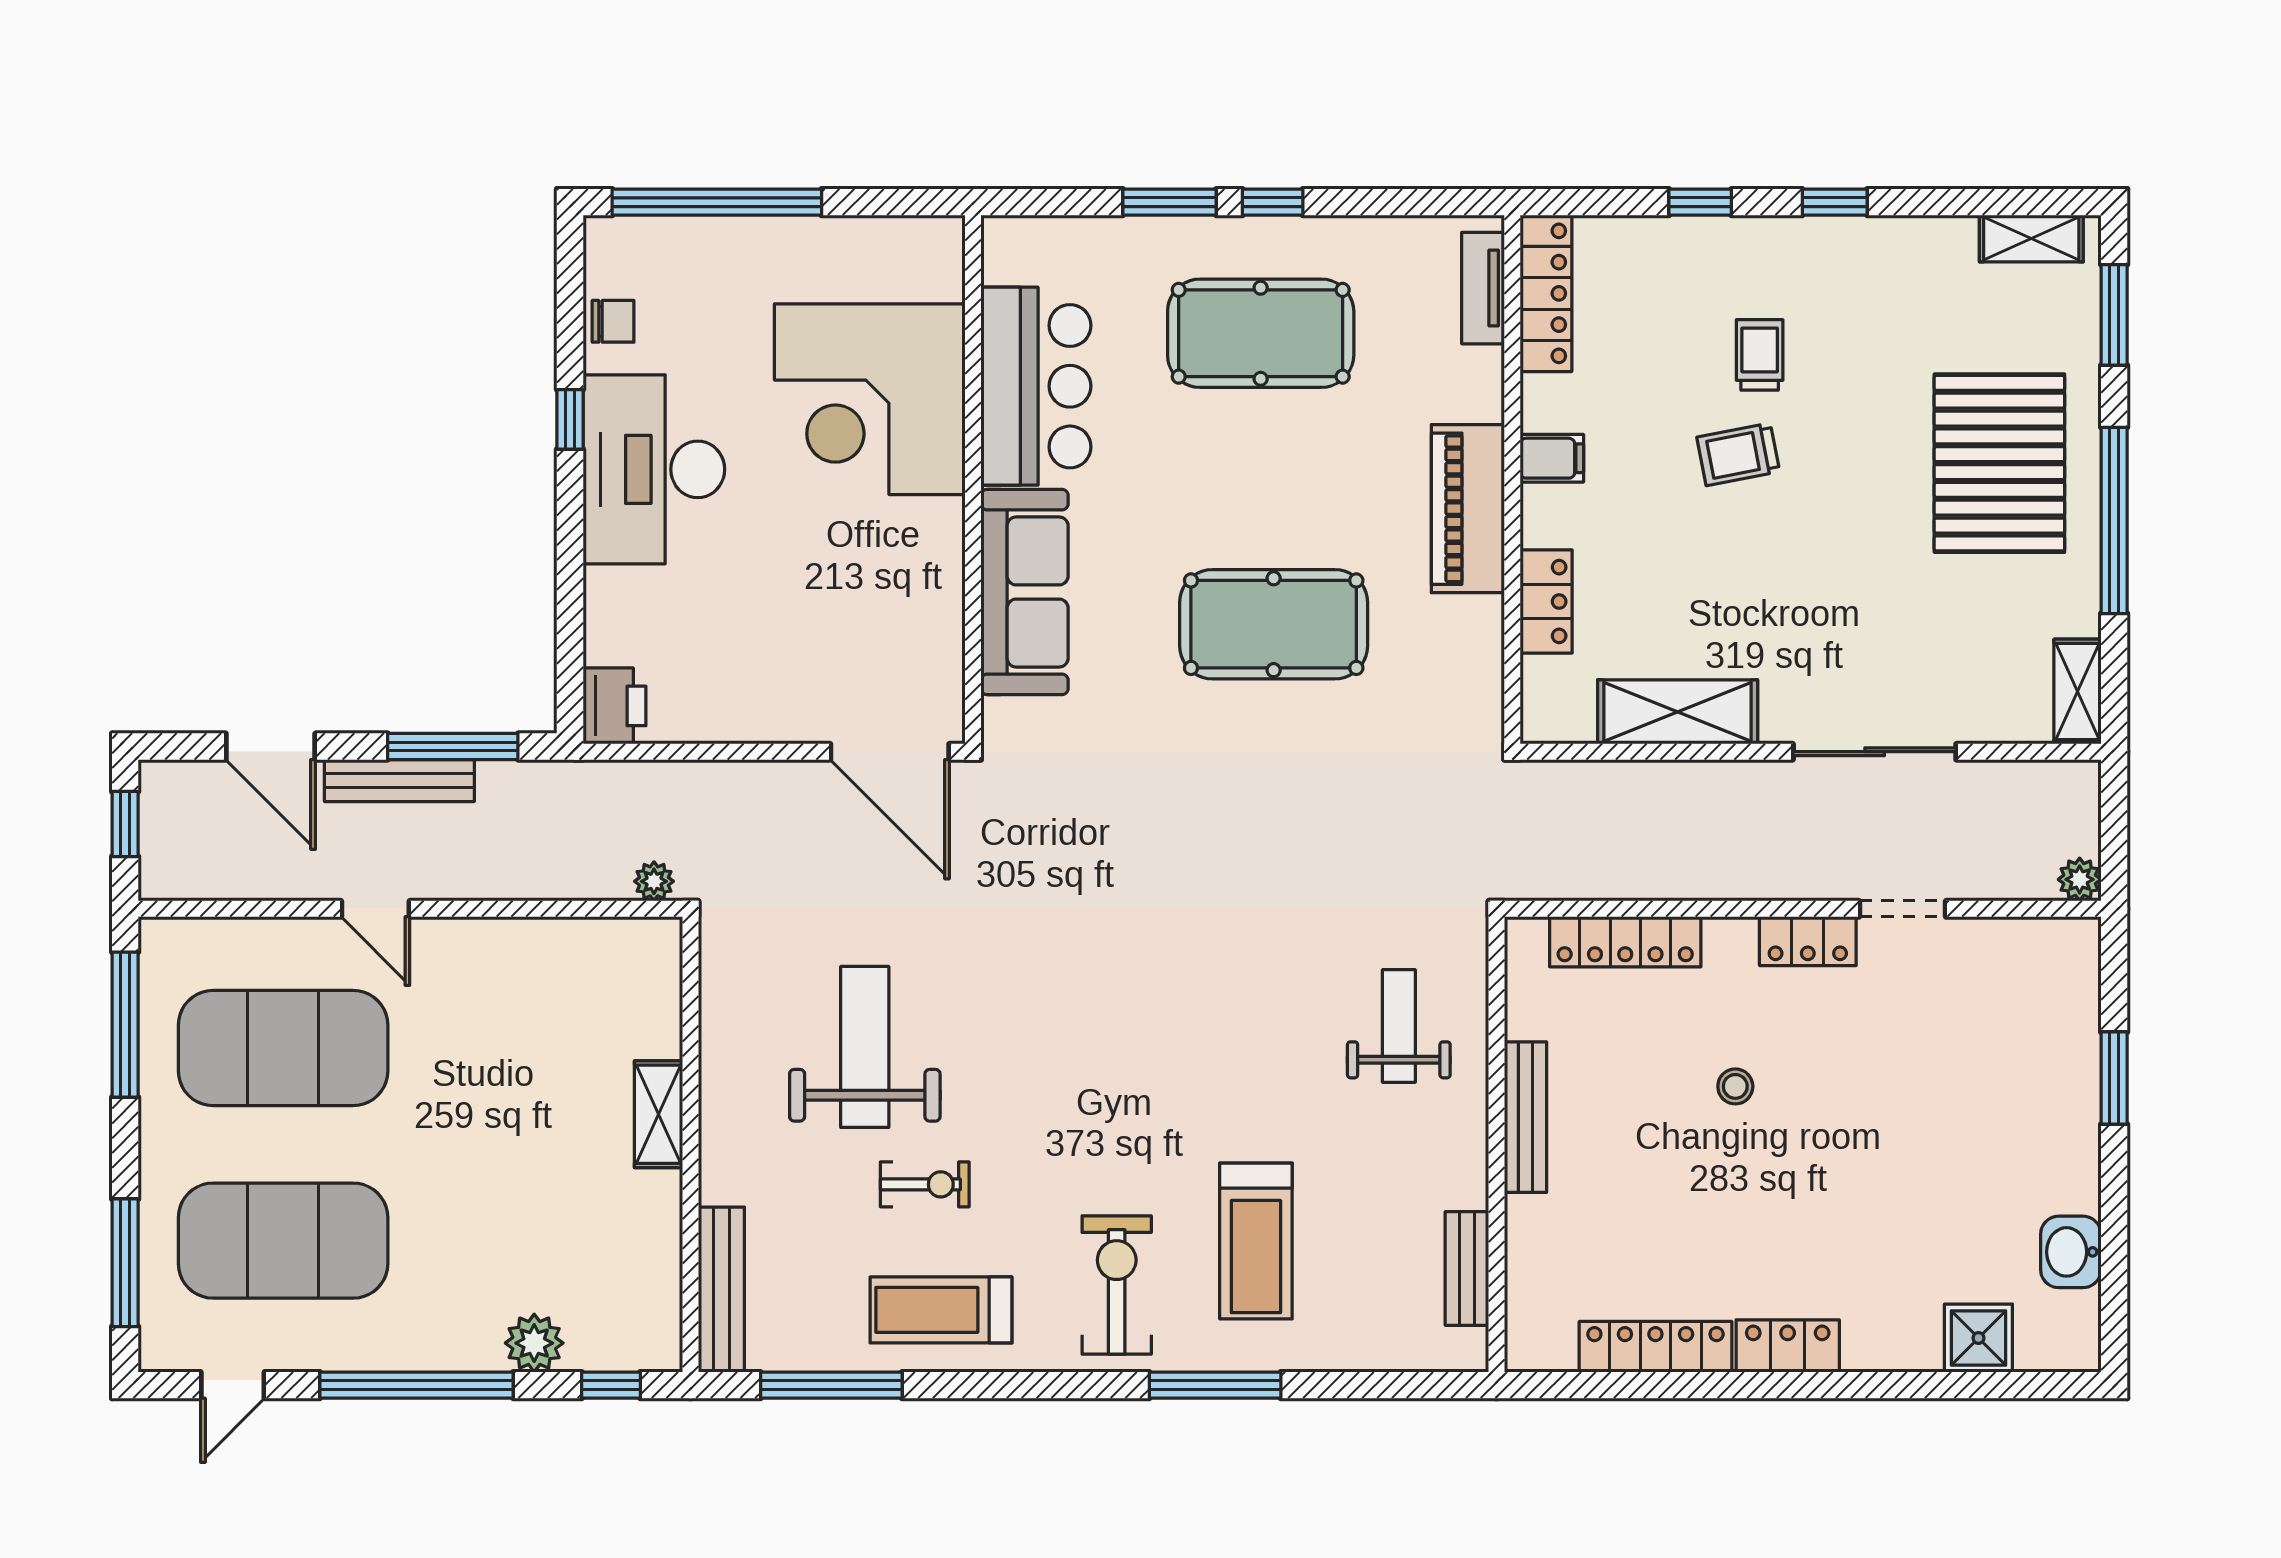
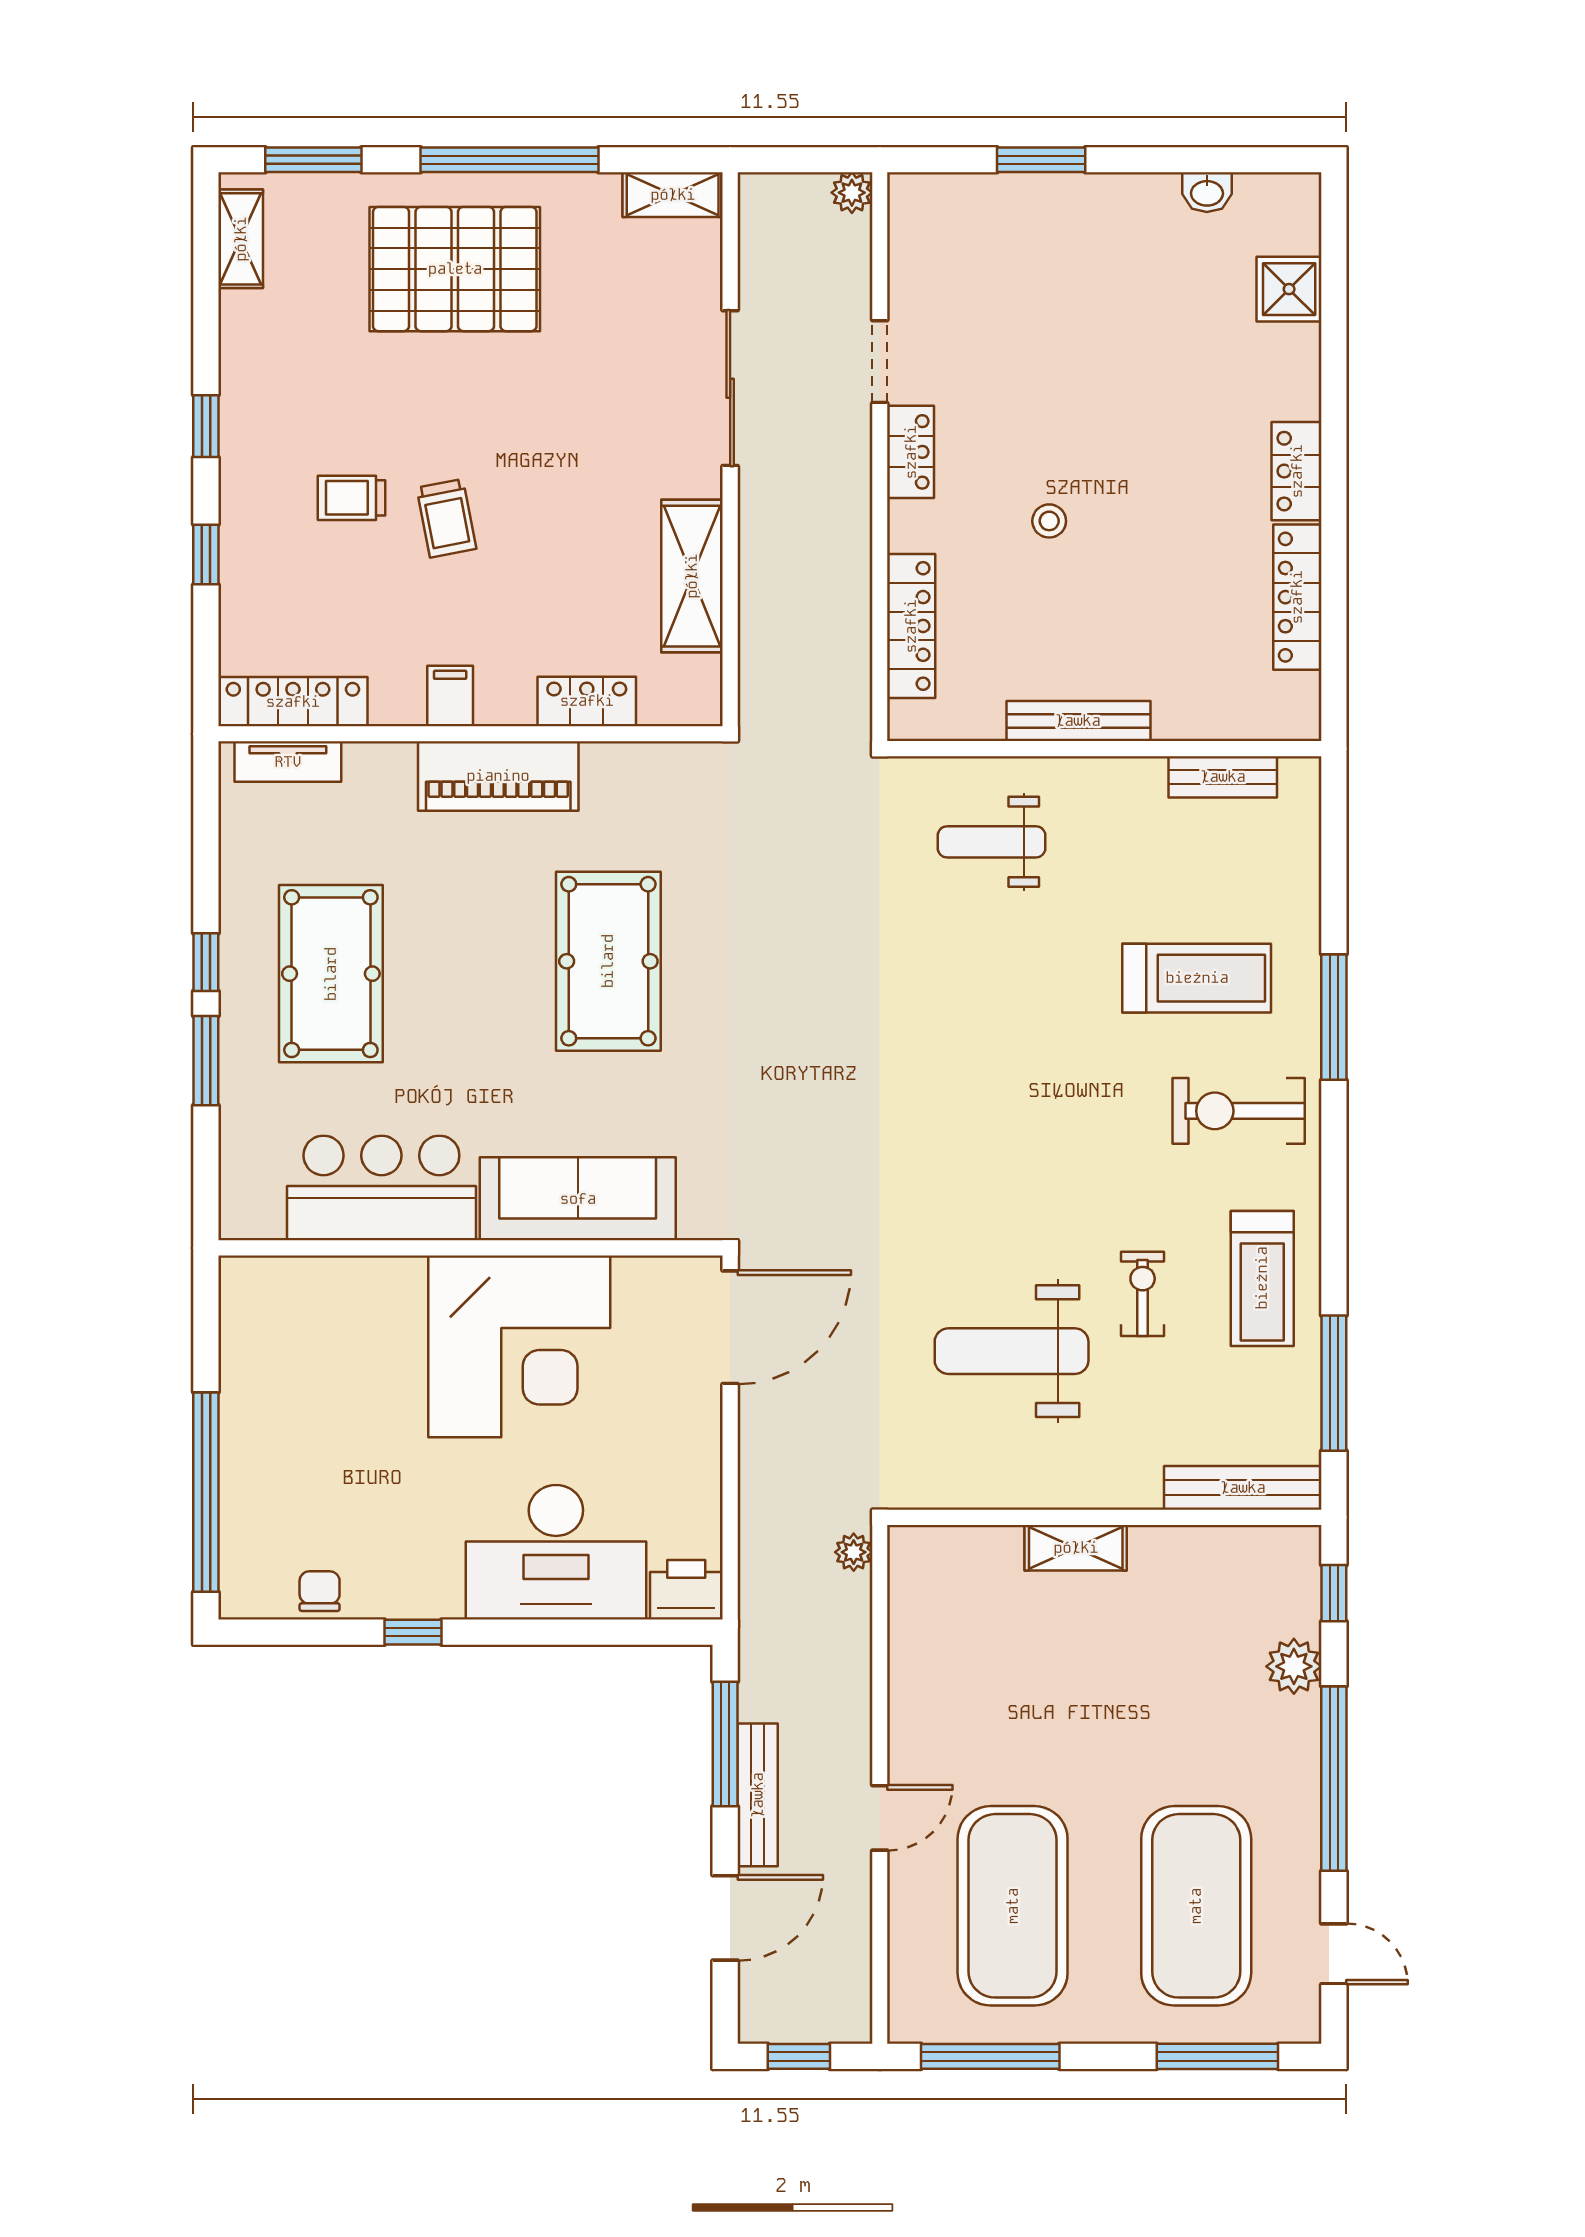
corner desk: (870, 399) -> (519, 1346), moved
desk: (654, 469) -> (556, 1552), moved
washbasin: (2071, 1252) -> (1207, 192), width x0.72, depth x0.69

